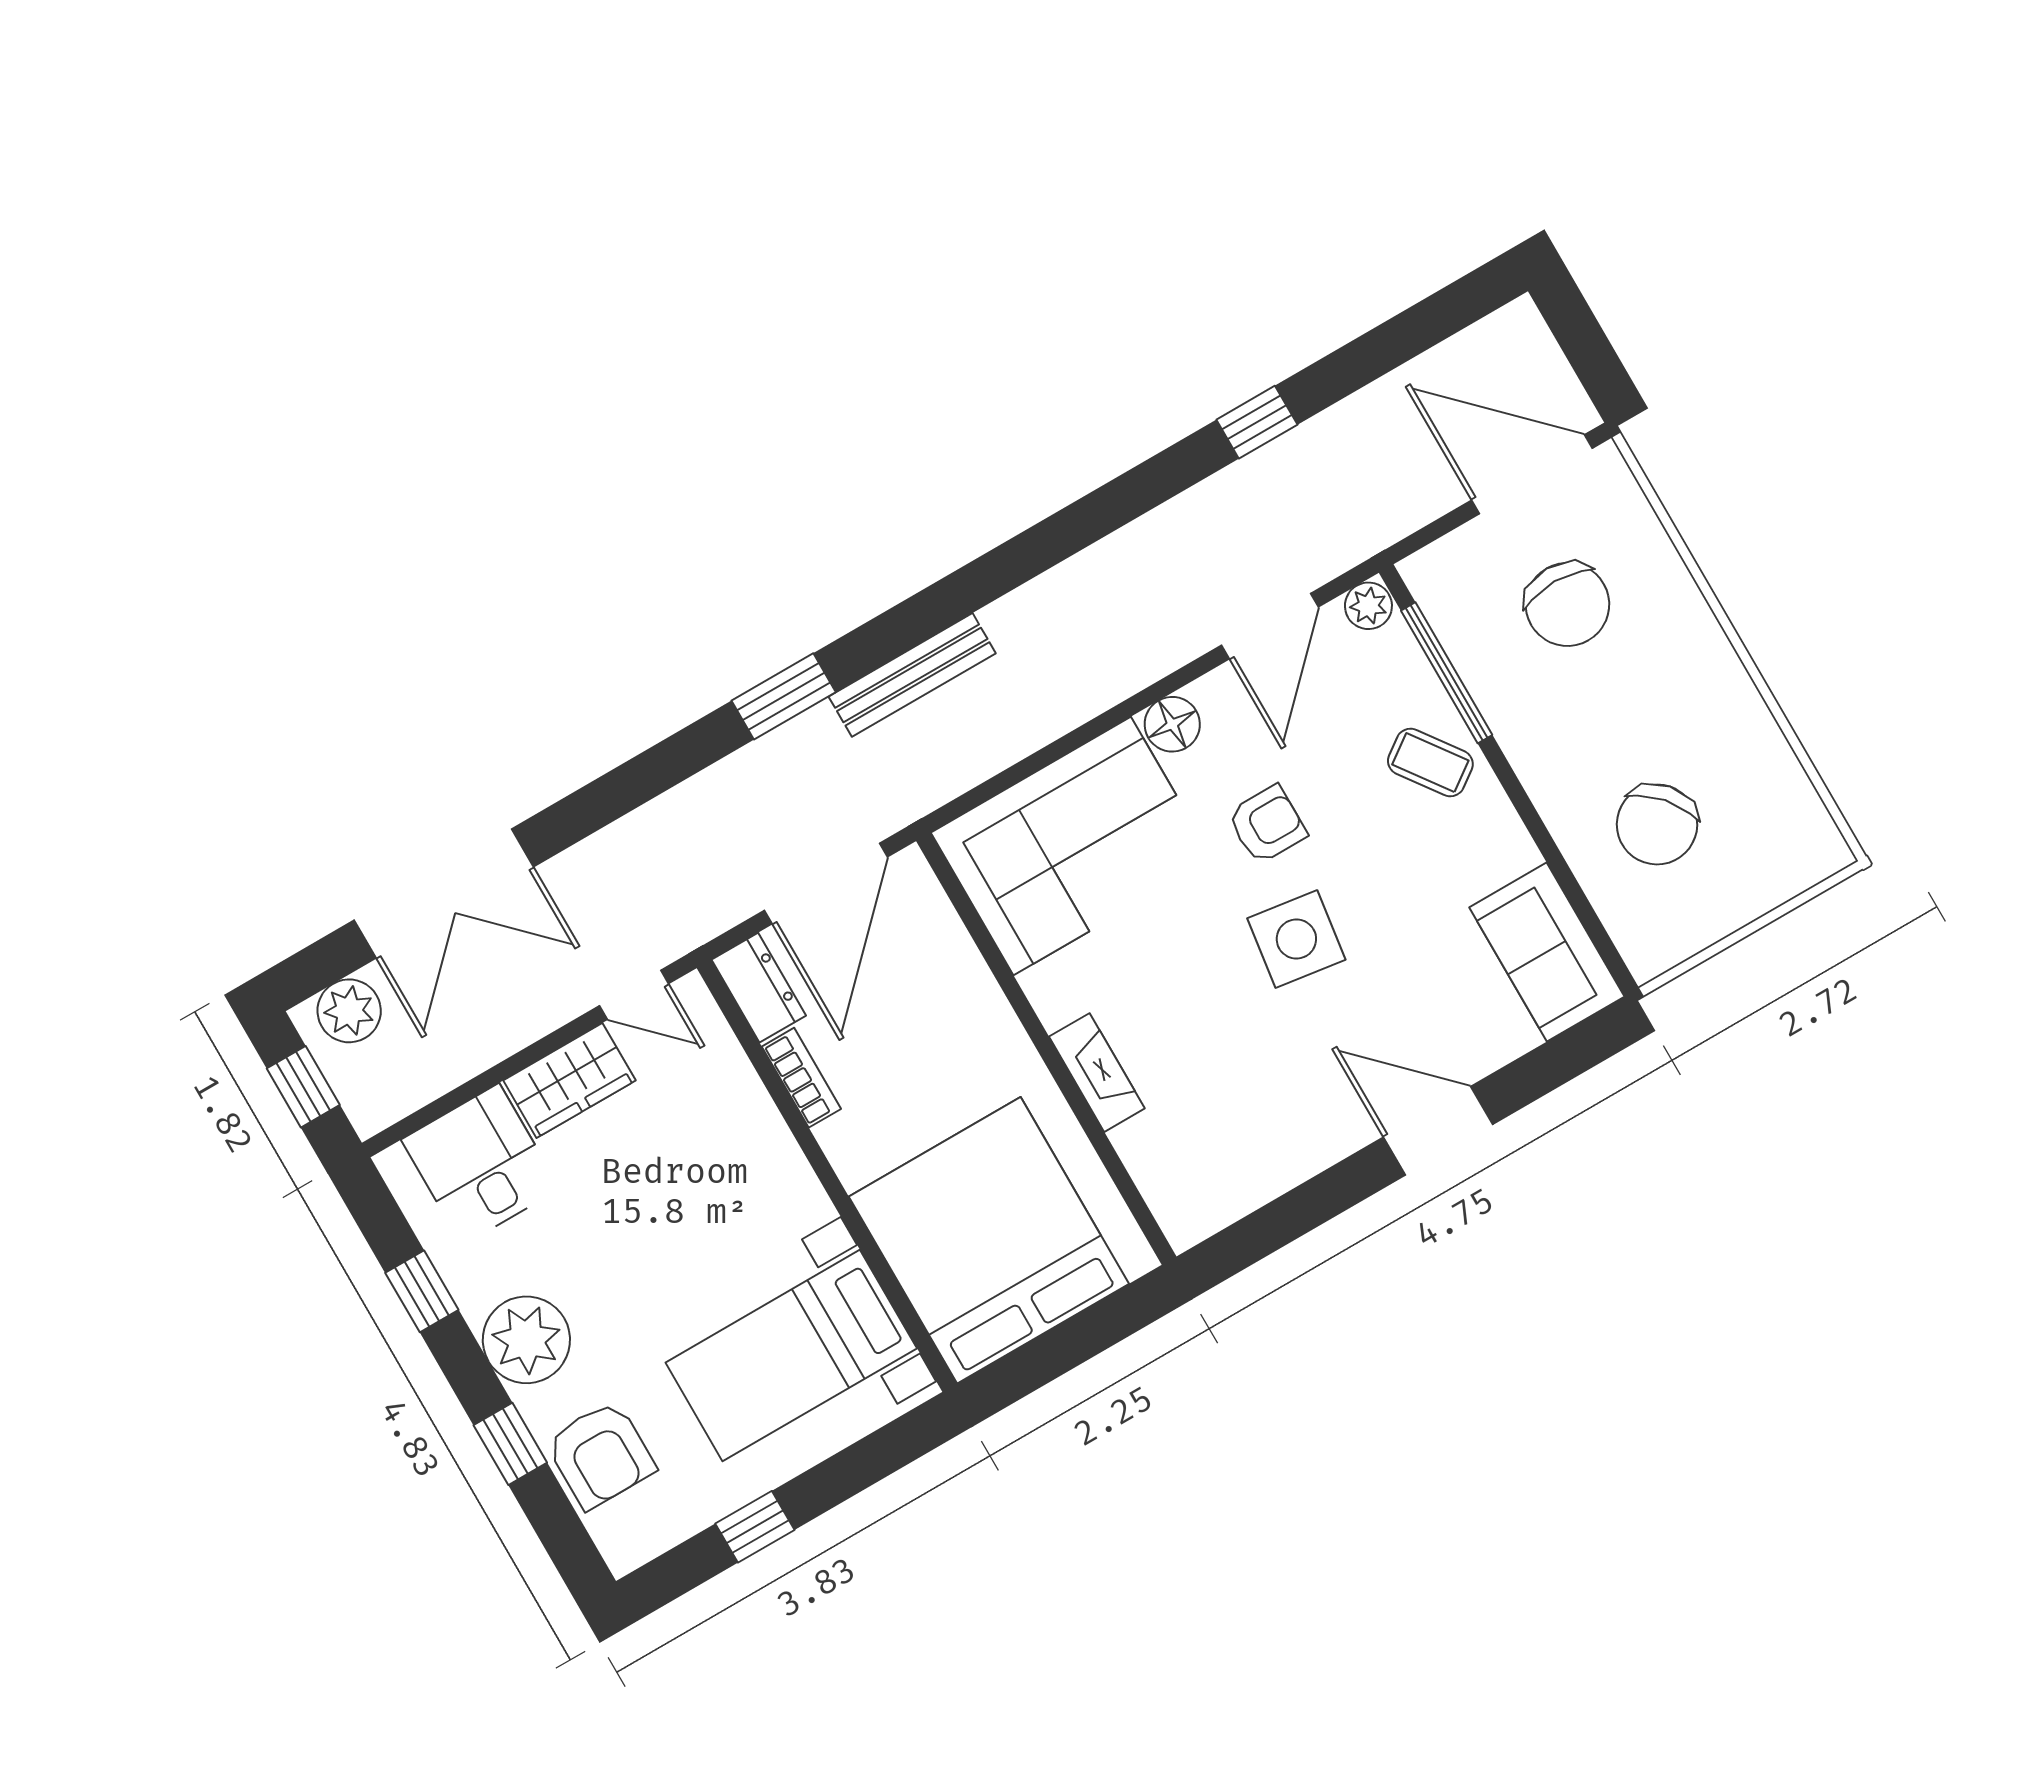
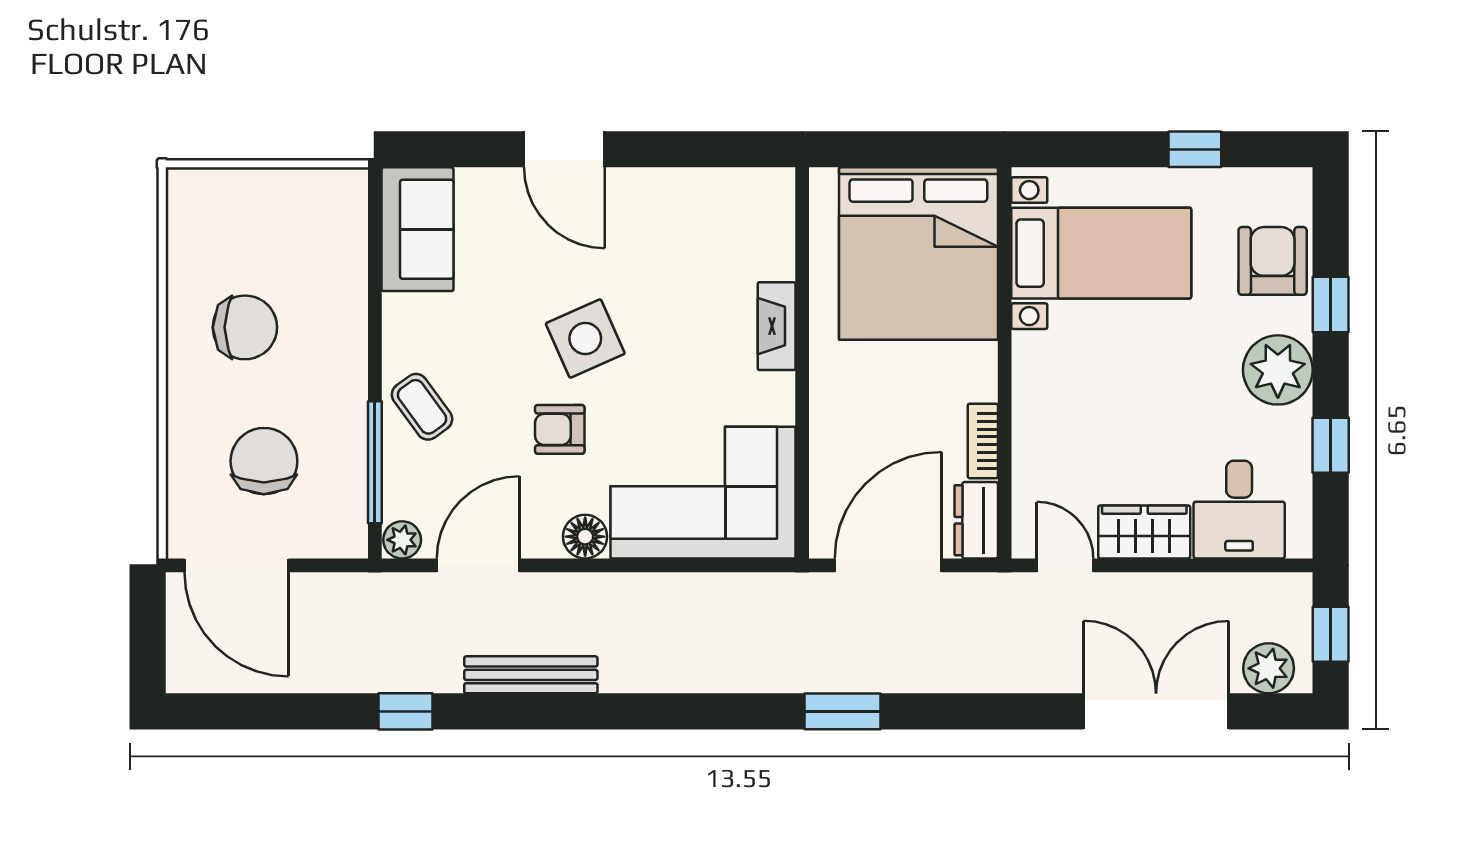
bench: (912, 675) -> (531, 675), moved
chair: (1657, 824) -> (245, 327), moved, turned 41
side table: (1296, 939) -> (585, 338), turned -32

